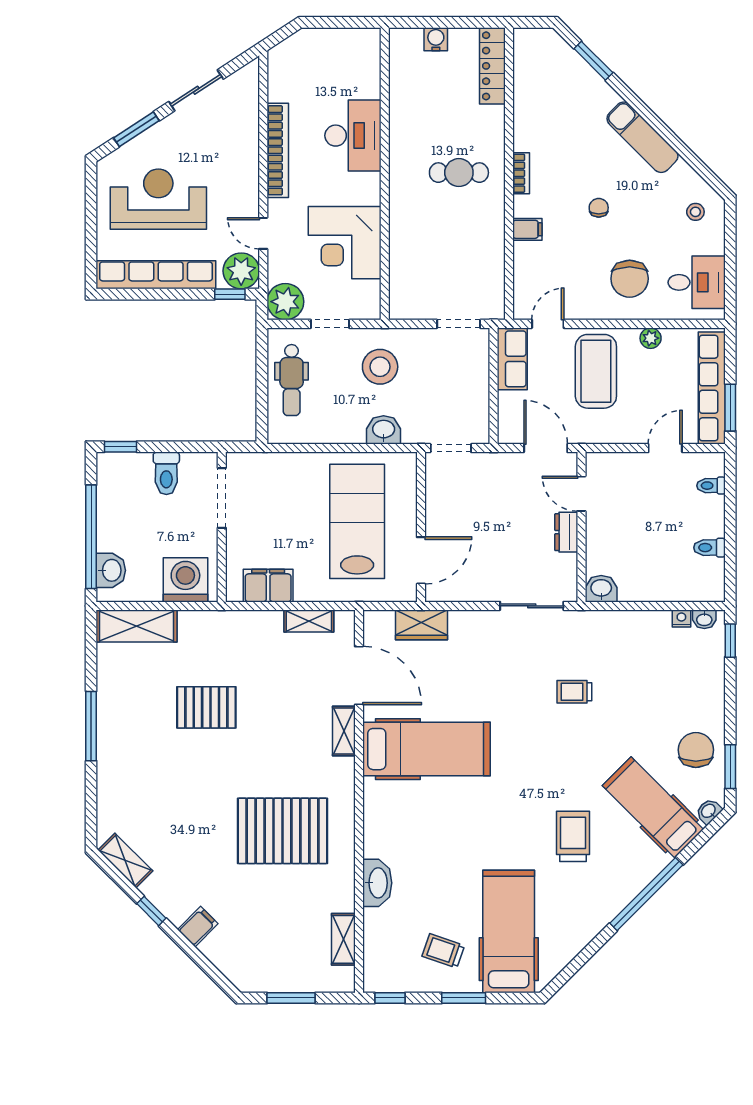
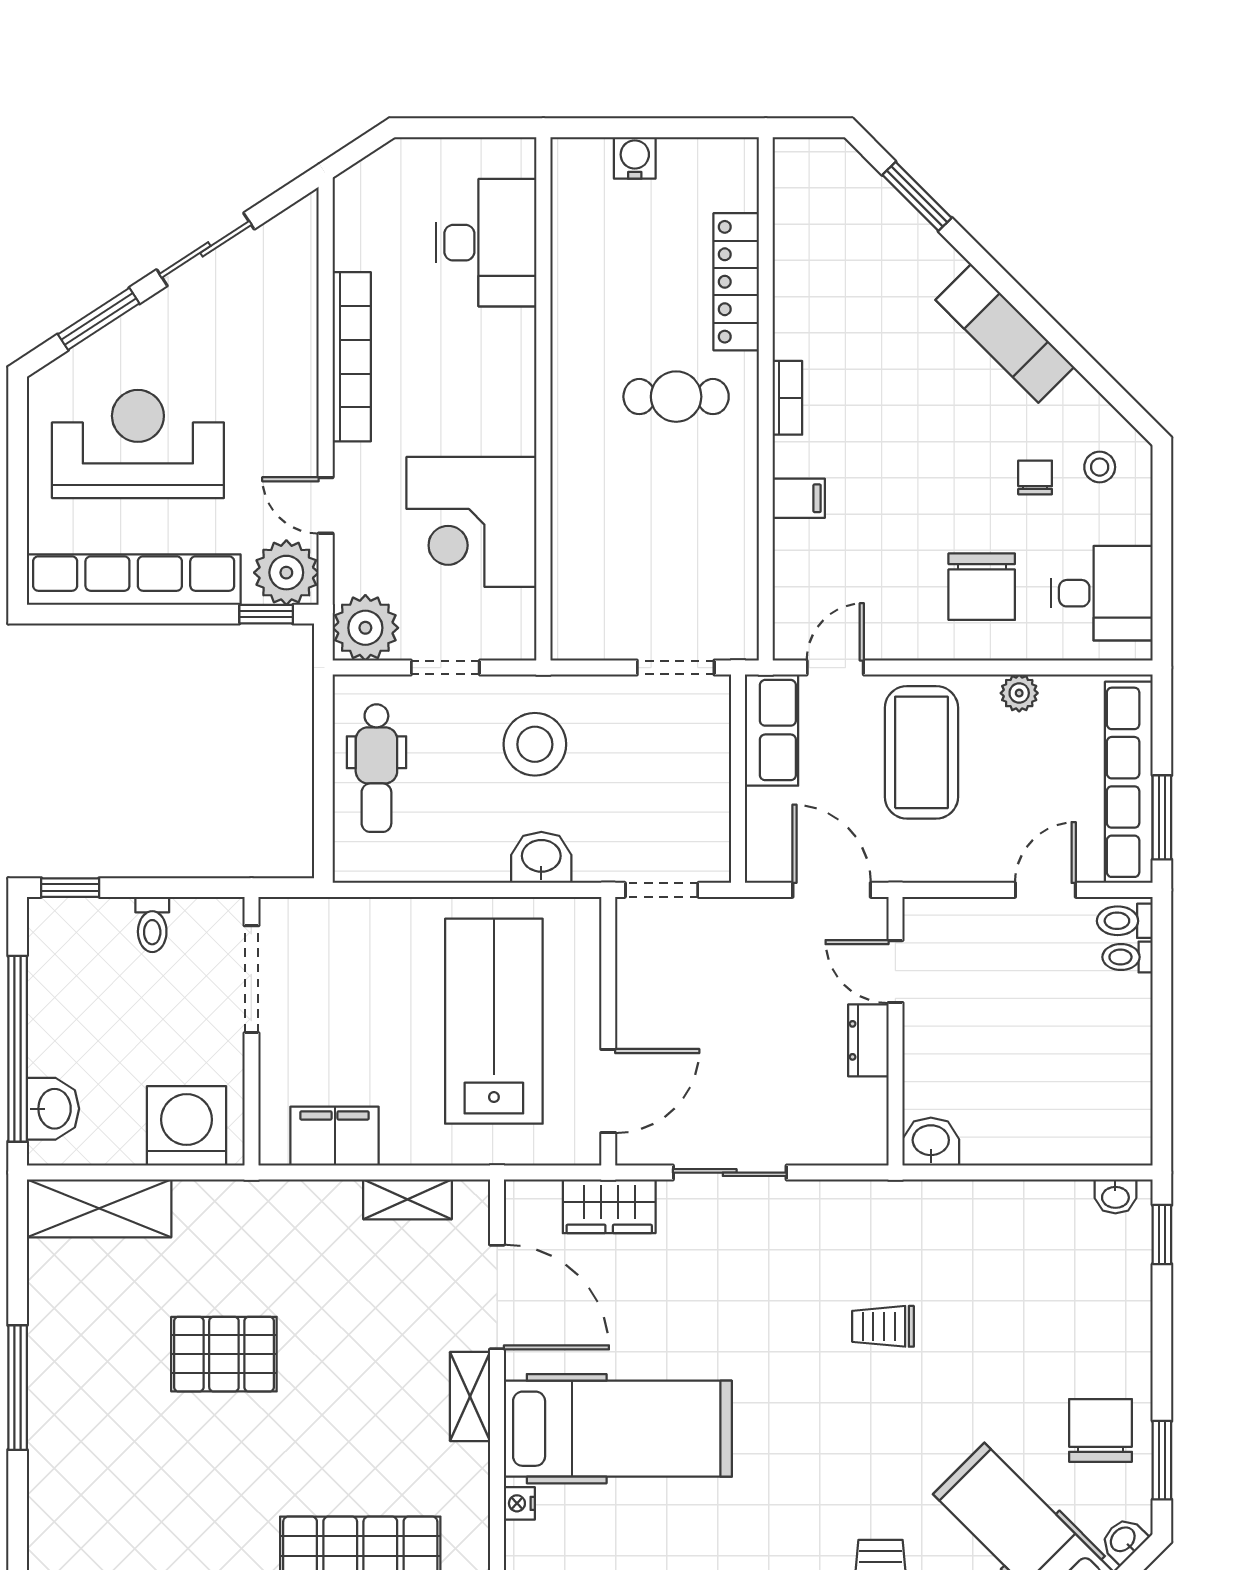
locker: (492, 66) -> (736, 282), moved
desk: (353, 136) -> (486, 243), moved
chair: (599, 208) -> (1035, 477), moved
toilet: (166, 473) -> (152, 924), width x0.73, depth x0.72
toilet: (710, 548) -> (1125, 921), moved
sliding door: (532, 606) -> (730, 1173), moved
nightstand: (681, 618) -> (519, 1503), moved, turned -90

